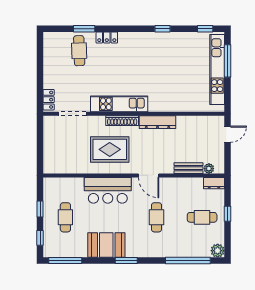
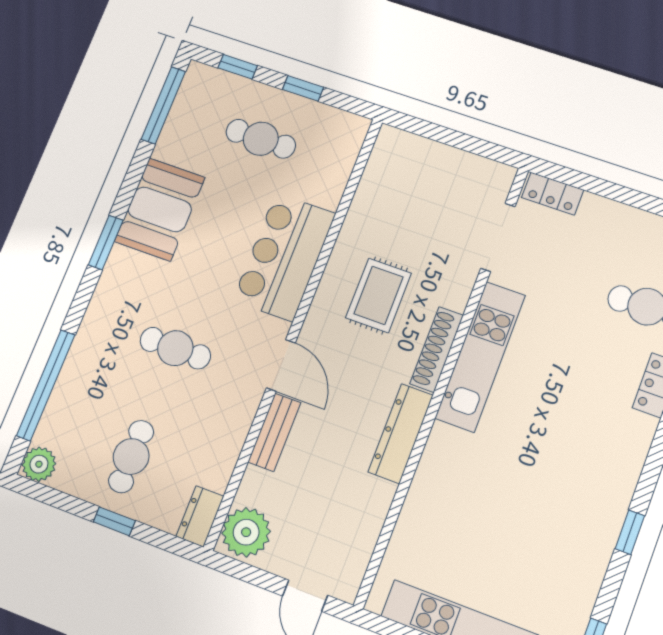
rug: (110, 149) -> (378, 295), width x0.73, depth x0.70
bench: (189, 168) -> (274, 432), moved
plant: (209, 169) -> (246, 532), width x1.88, depth x1.88
door: (149, 175) -> (281, 365), swing flipped

